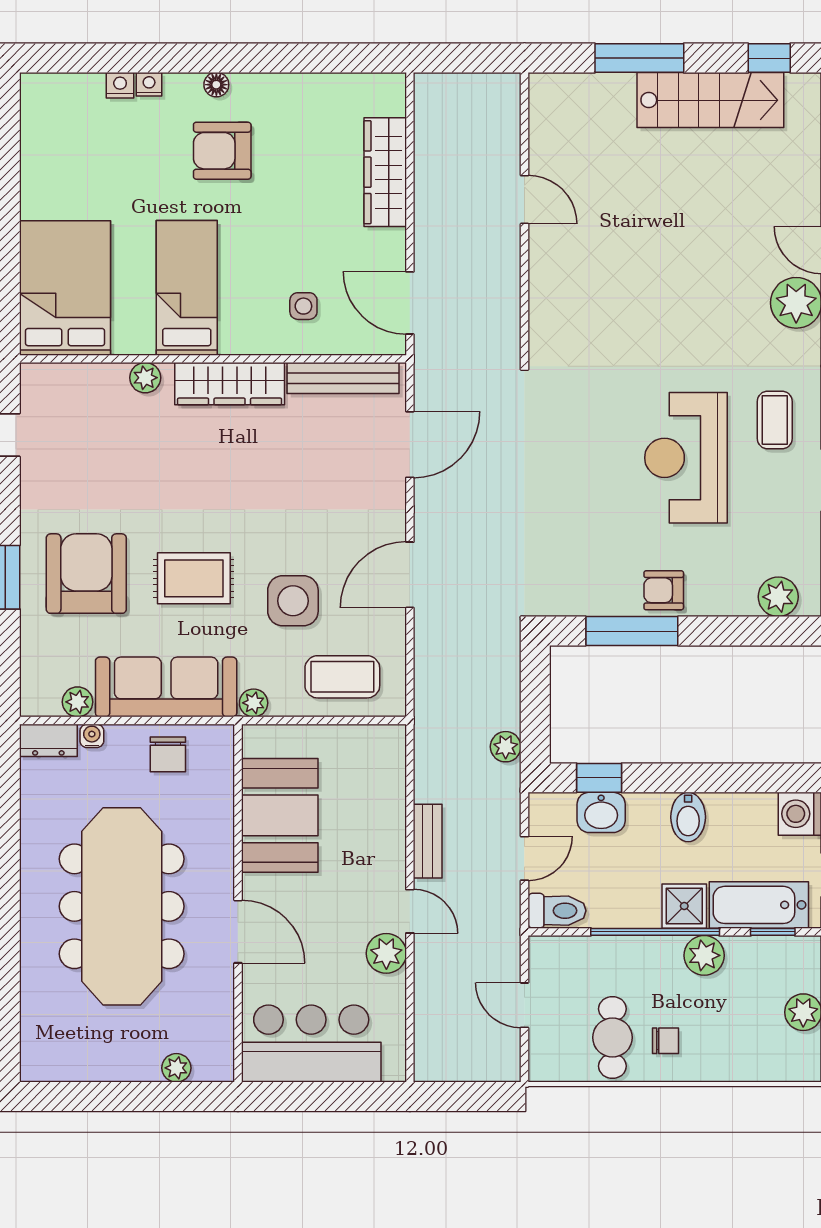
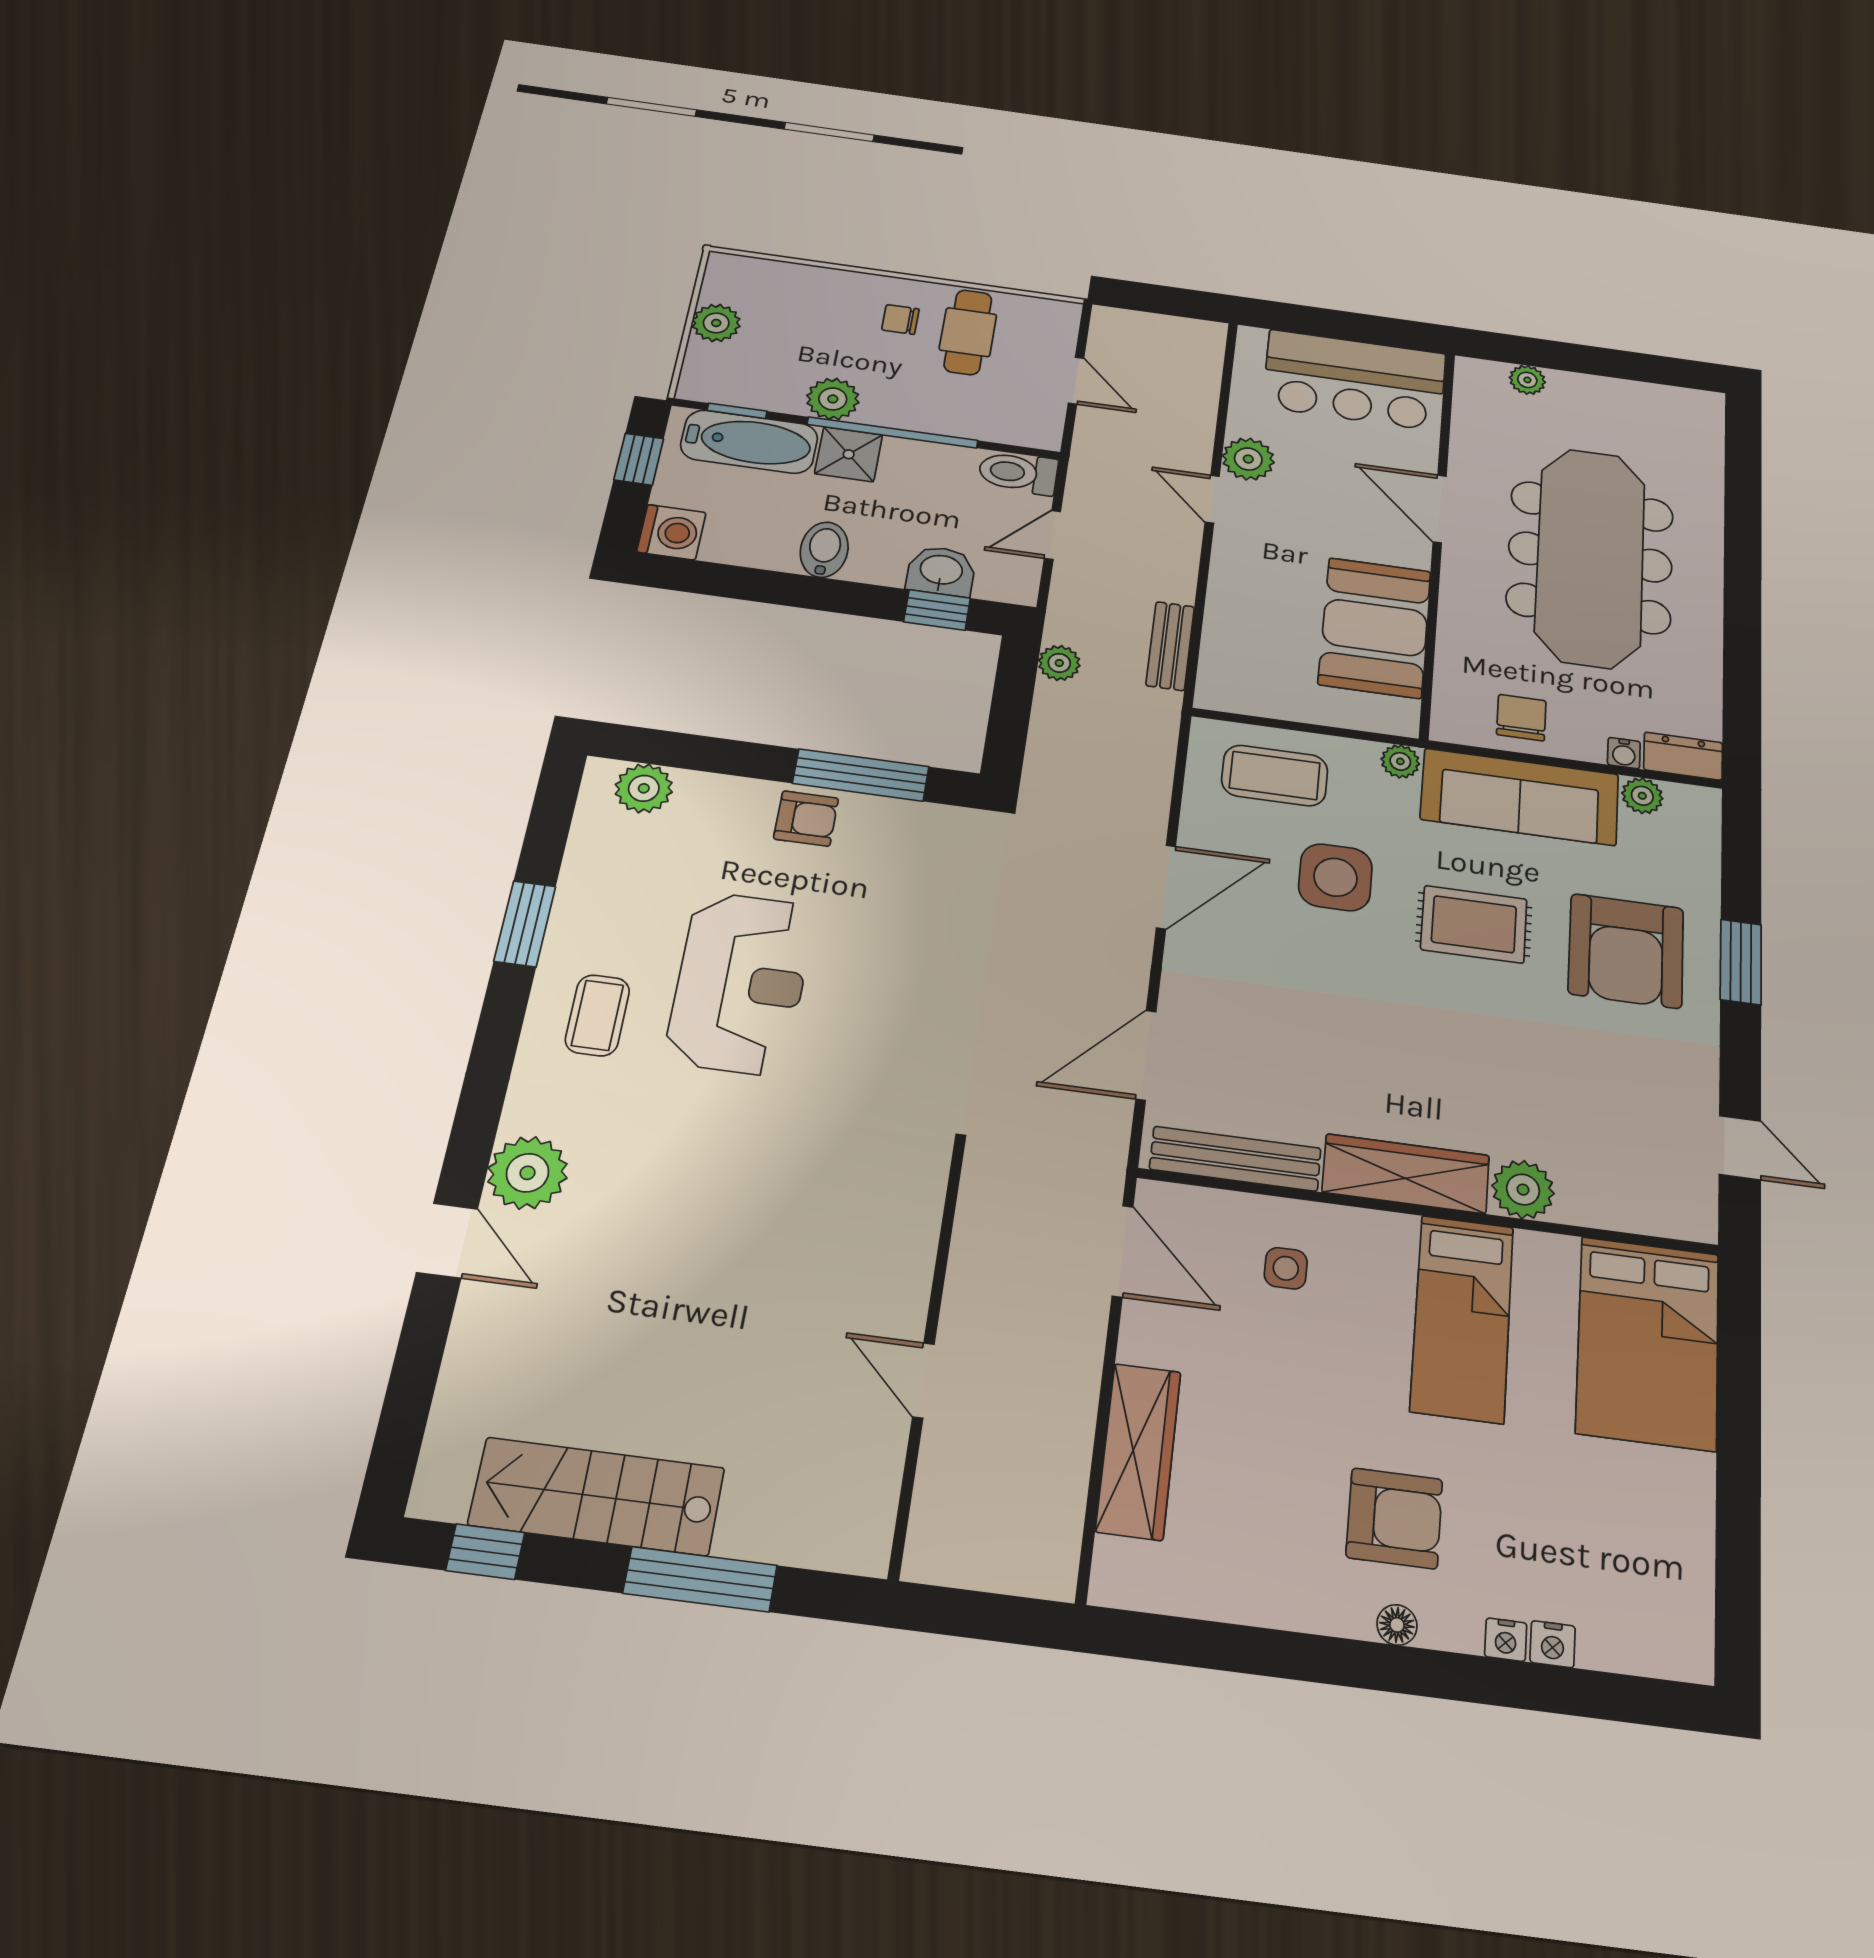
plant: (145, 378) -> (1523, 1190), width x1.38, depth x1.38
bench: (428, 841) -> (1170, 646), moved

